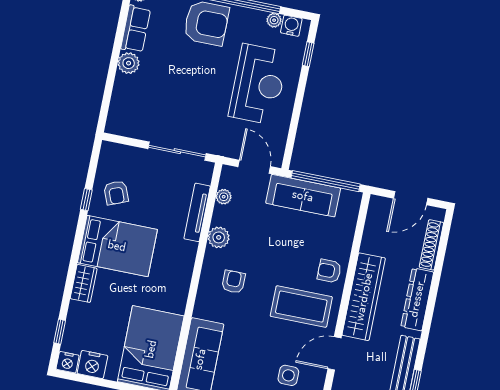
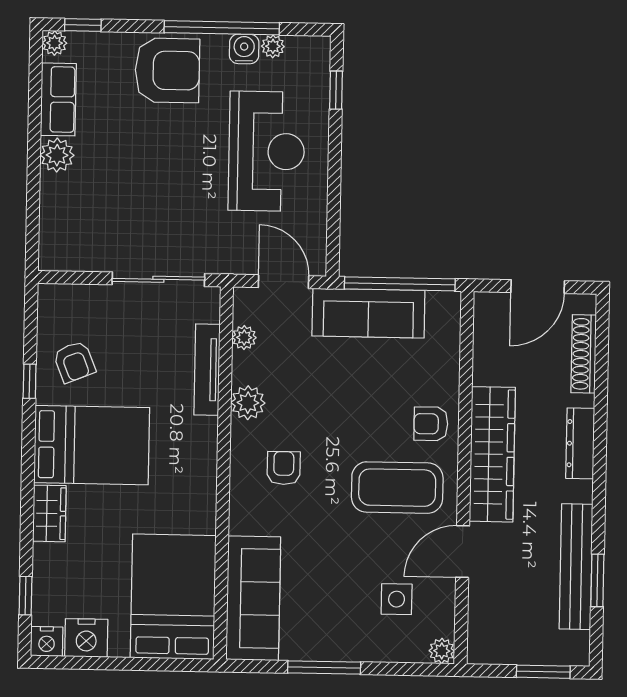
water cooler: (291, 26) -> (244, 49), moved
dresser: (417, 299) -> (580, 443), width x0.73, depth x0.80

